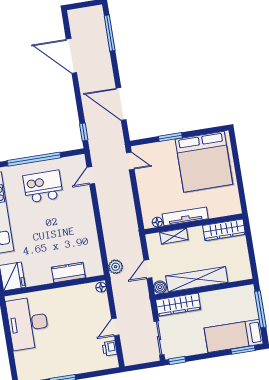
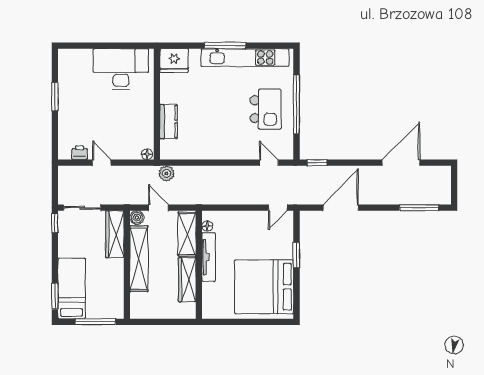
wardrobe: (224, 230) -> (187, 280), moved
shelving: (174, 236) -> (187, 234), width x1.50, depth x1.33

